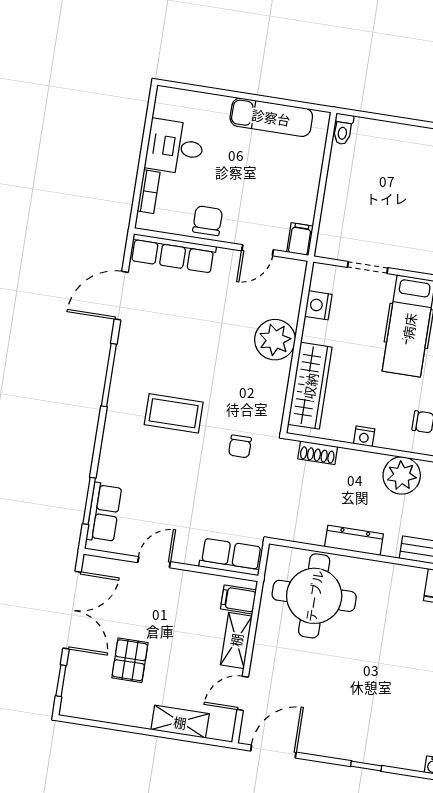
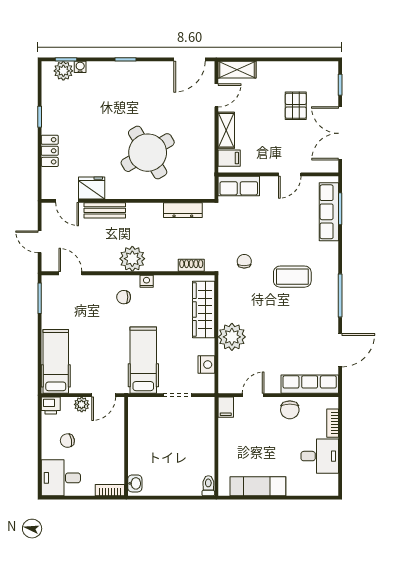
nightstand: (364, 436) -> (147, 281), moved
row of seats: (104, 513) -> (329, 212), width x1.48
dresser: (354, 540) -> (183, 210), moved
round table: (314, 596) -> (148, 153), moved, turned -31
shelving: (180, 722) -> (237, 70), moved

